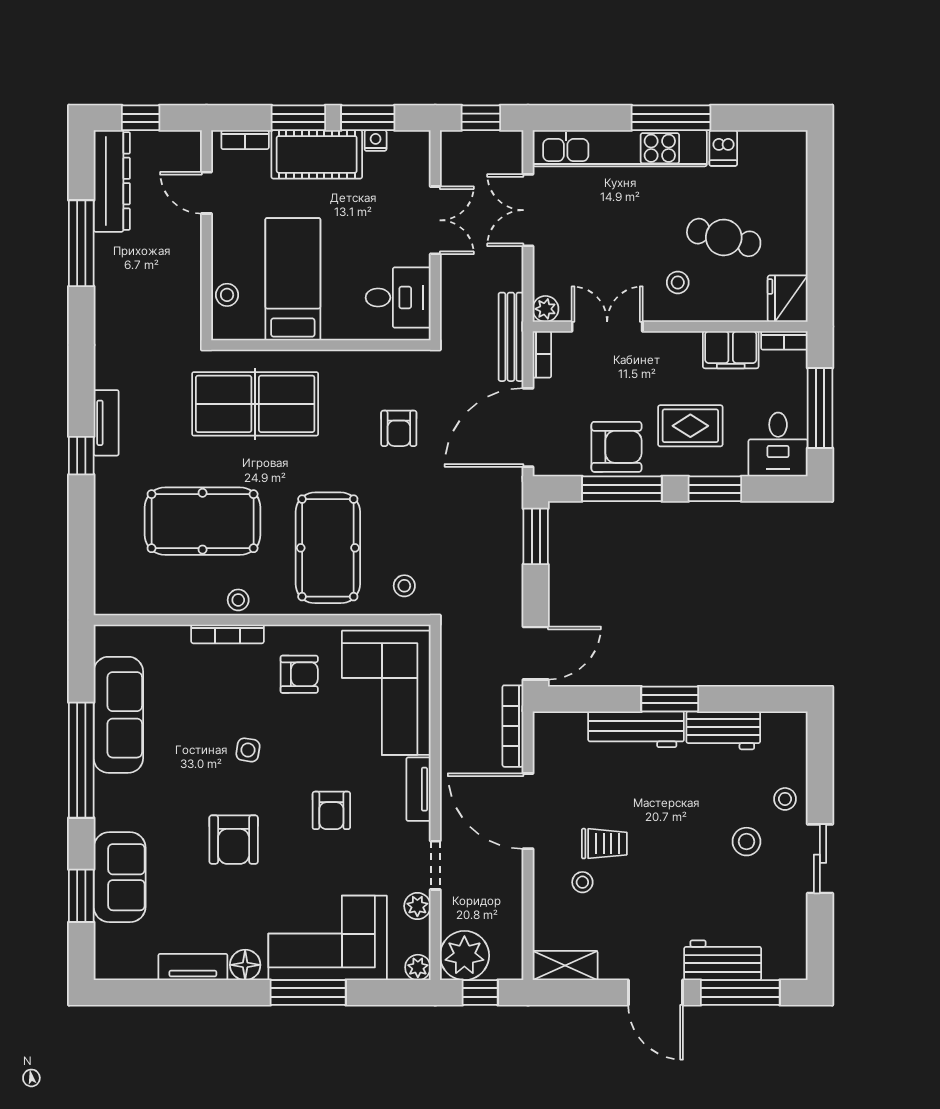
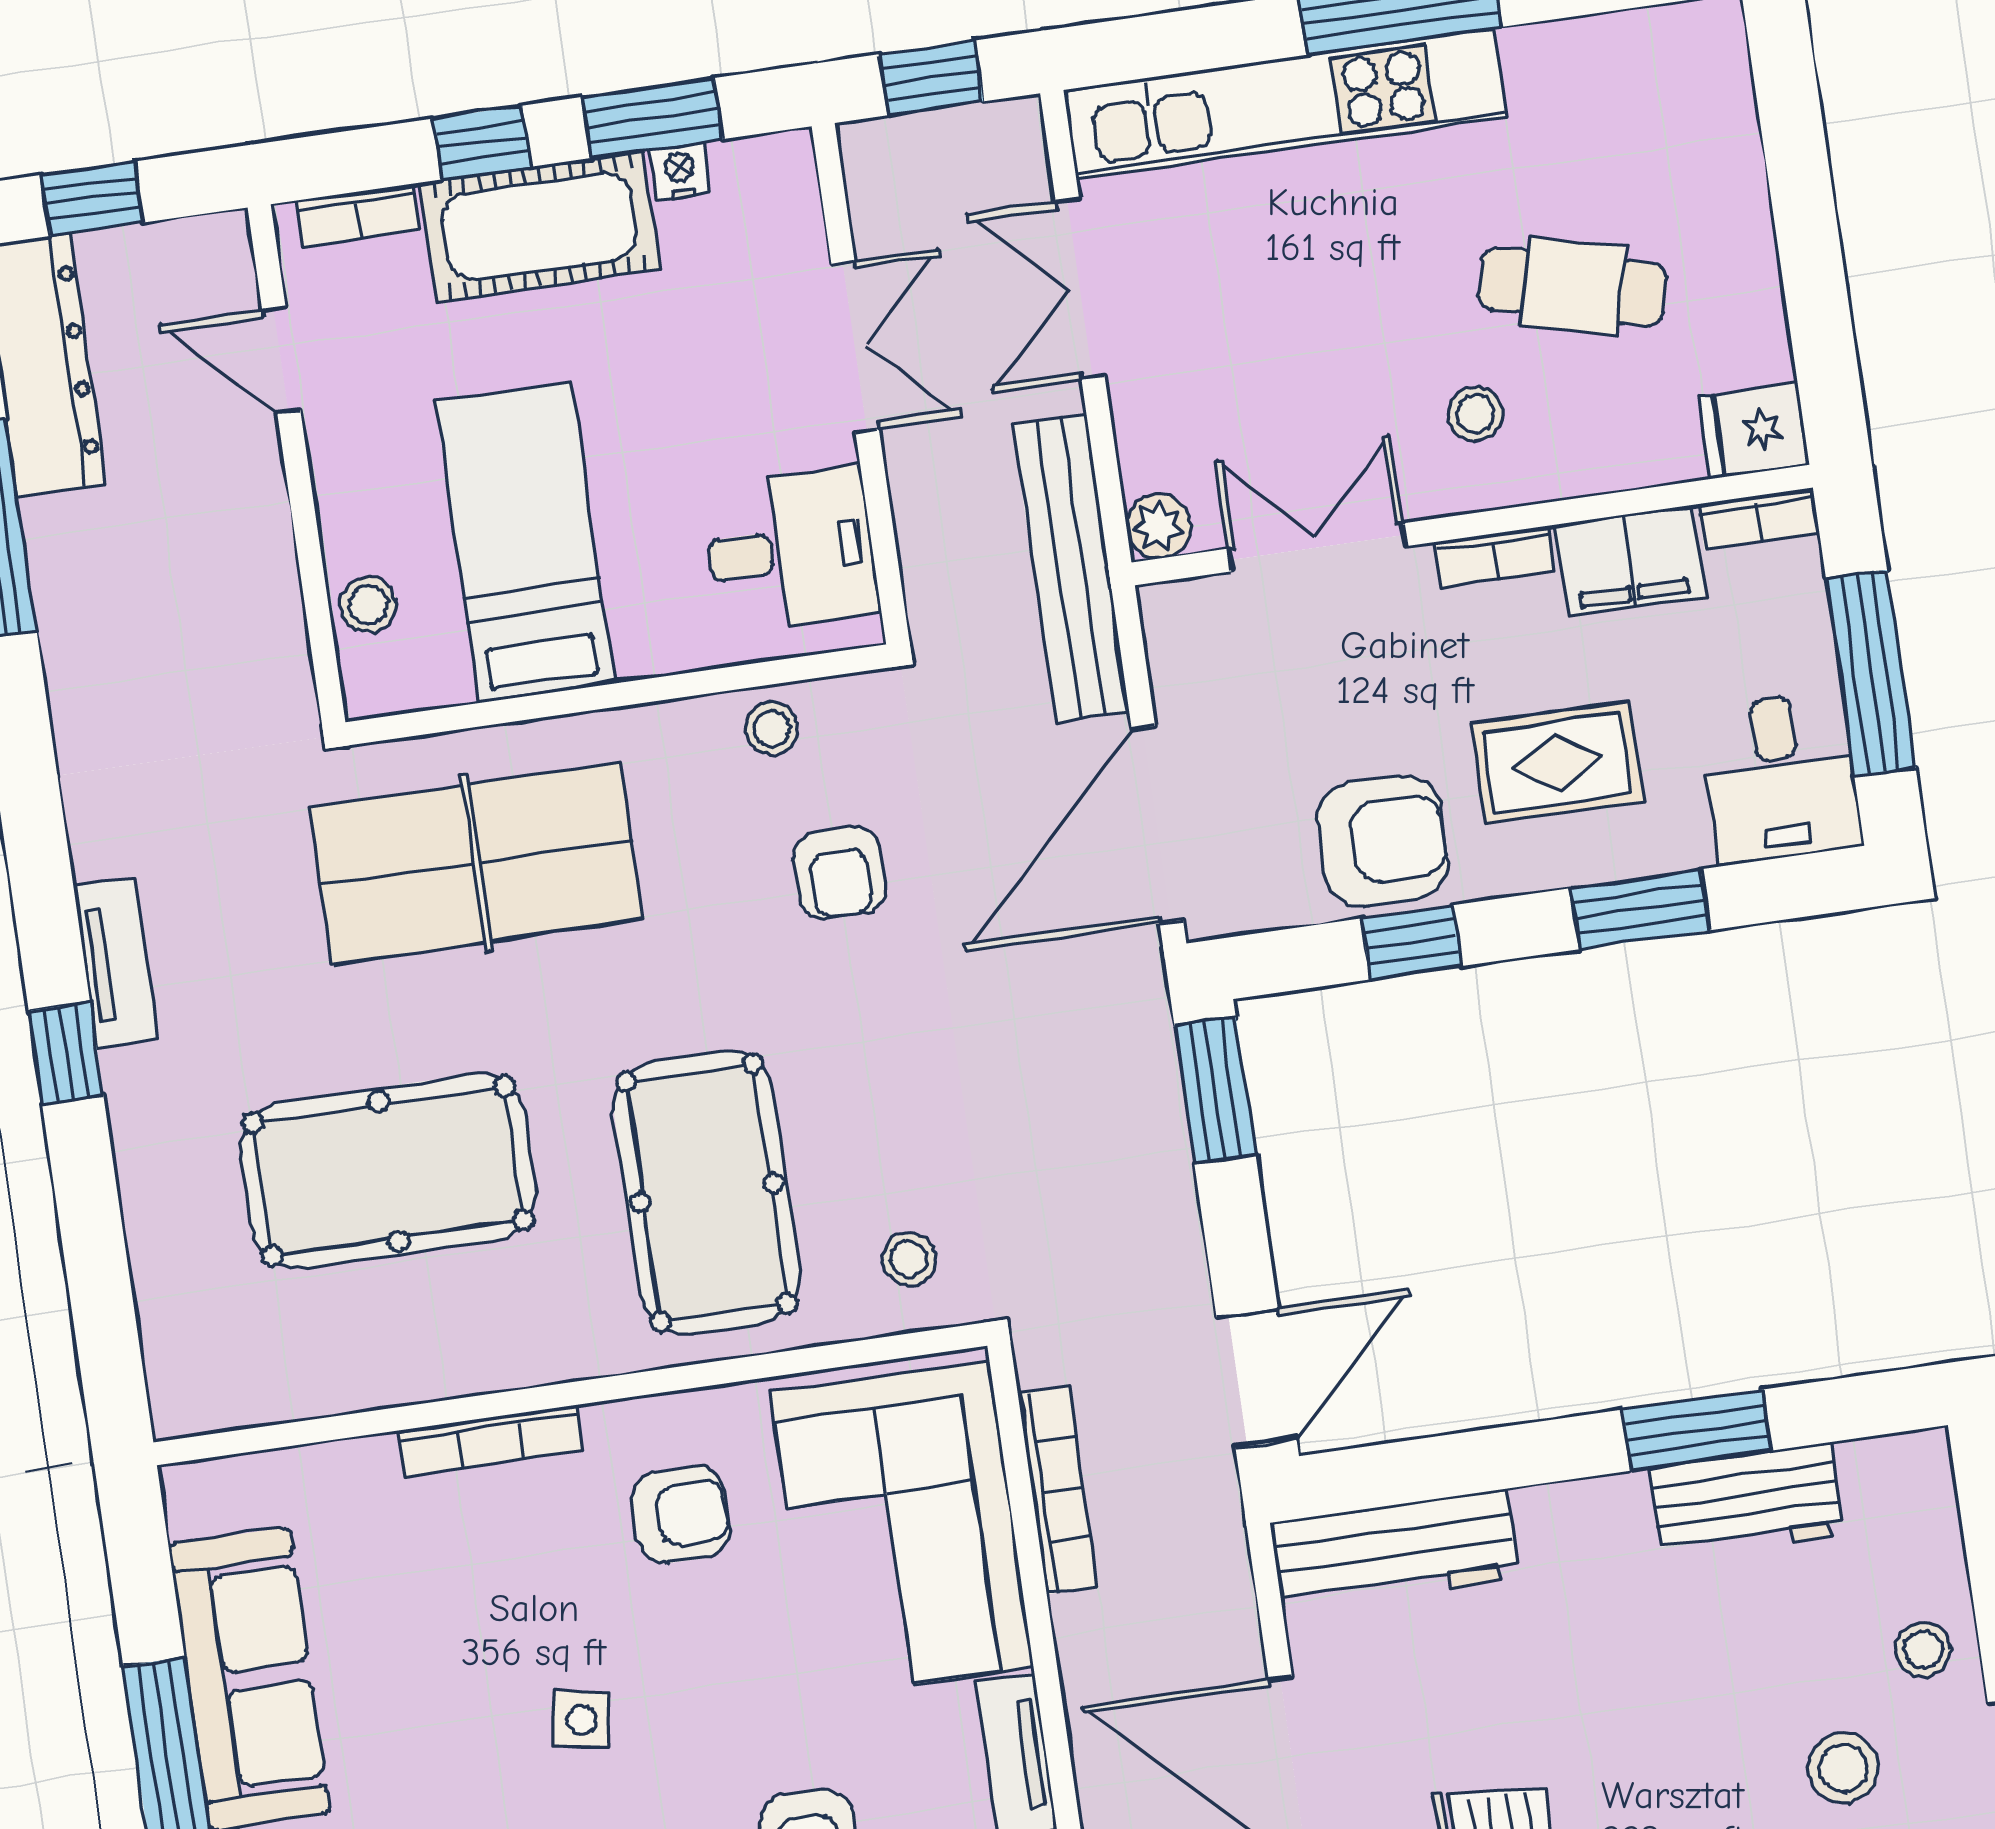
window: (298, 118) -> (481, 143), width x0.67
dishwasher: (723, 148) -> (1540, 66), removed
fridge: (788, 299) -> (1754, 431), width x0.72
bench: (511, 337) -> (1071, 568), width x1.37, depth x1.21
bookcase: (542, 354) -> (1494, 557), moved, turned 90
window: (622, 489) -> (1411, 942), width x0.46
stool: (238, 600) -> (772, 728), moved
window: (670, 699) -> (1697, 1430), moved
bookcase: (513, 726) -> (1058, 1490), moved, turned 180
workbench: (636, 729) -> (1394, 1550), moved

